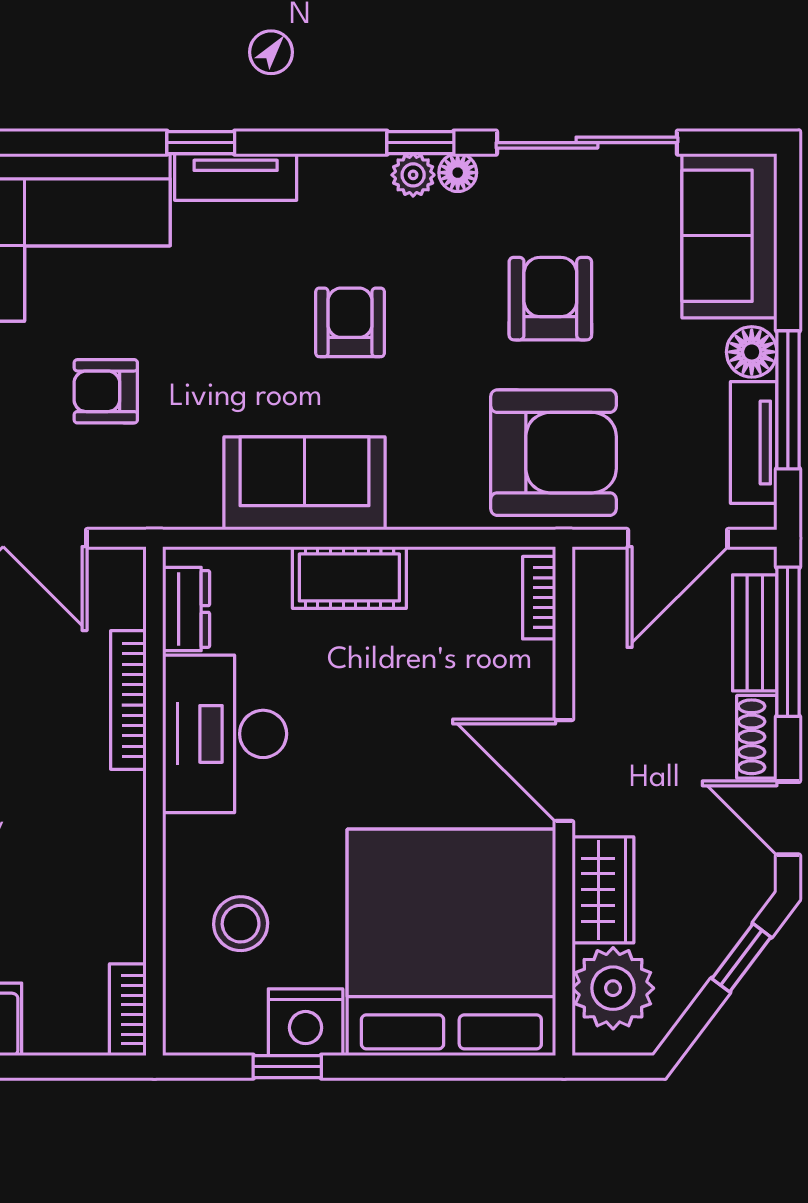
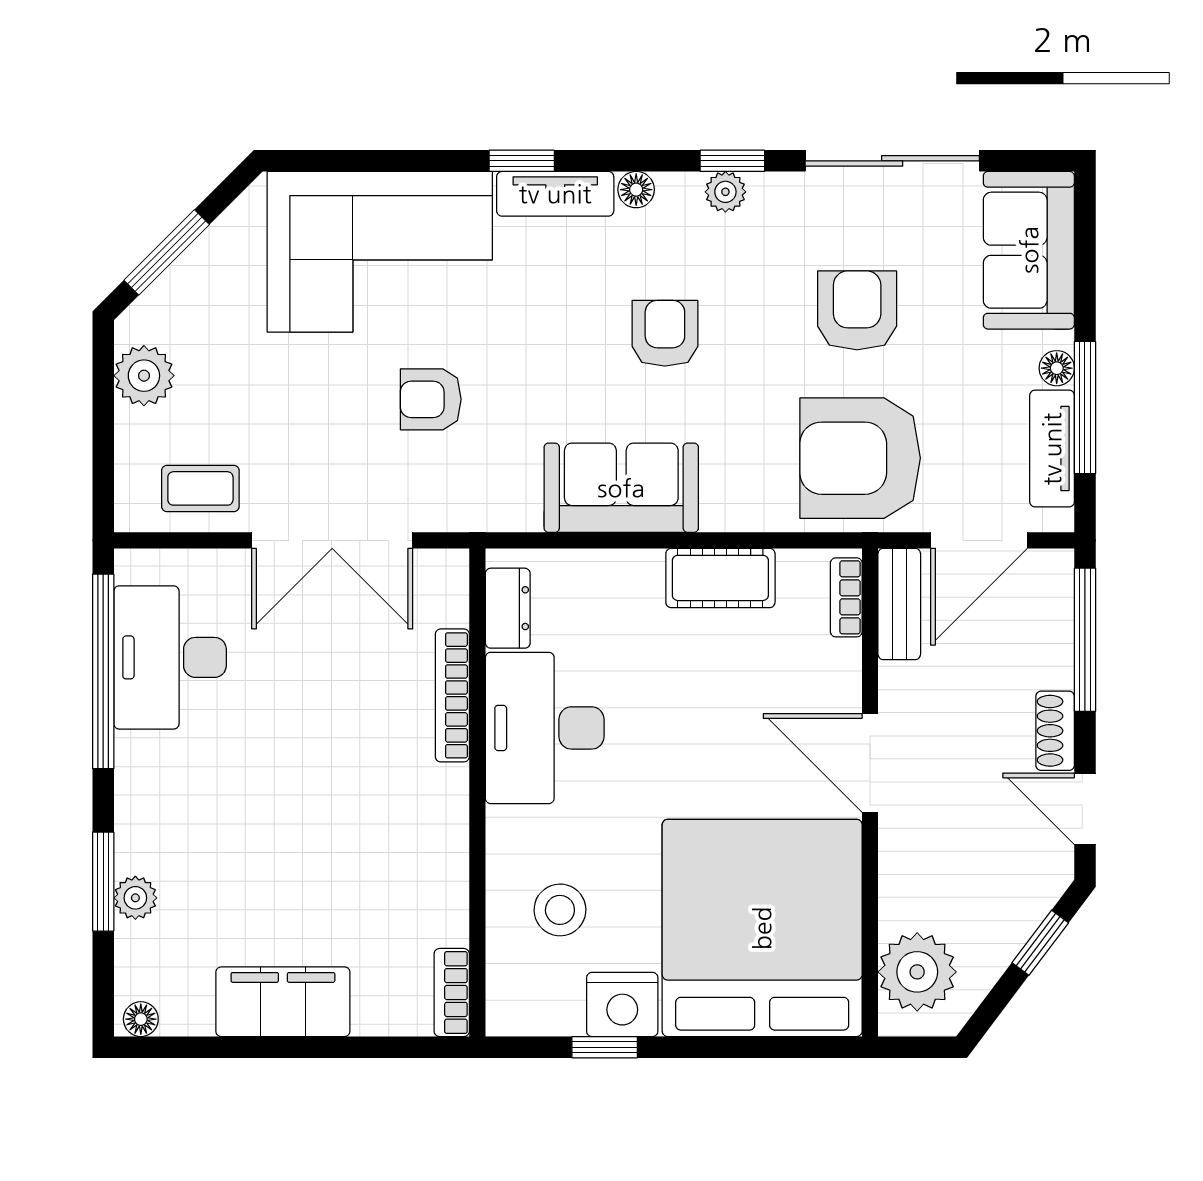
floor lamp: (458, 173) -> (636, 190), moved
floor lamp: (752, 352) -> (1057, 368), width x0.73, depth x0.73
armchair: (553, 453) -> (860, 458), turned 180
cot: (349, 577) -> (720, 578), moved
bench: (755, 633) -> (899, 604), moved
wardrobe: (603, 890) -> (908, 878), removed

